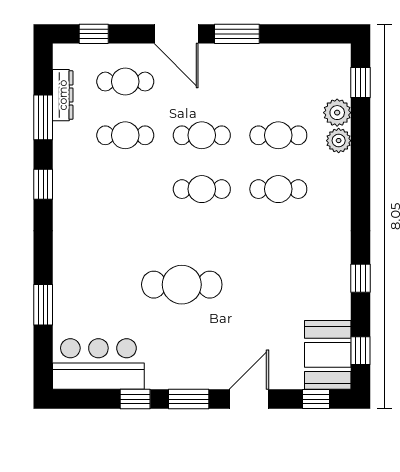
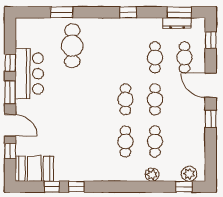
door: (176, 34) -> (211, 85), hinge flipped
window: (237, 34) -> (211, 119), width x0.67
plant: (337, 113) -> (189, 174), moved
window: (43, 117) -> (179, 12), moved
cafe table: (182, 285) -> (72, 46), moved
window: (360, 351) -> (52, 187), moved
bar counter: (98, 364) -> (29, 74), moved
window: (316, 399) -> (10, 151), moved

